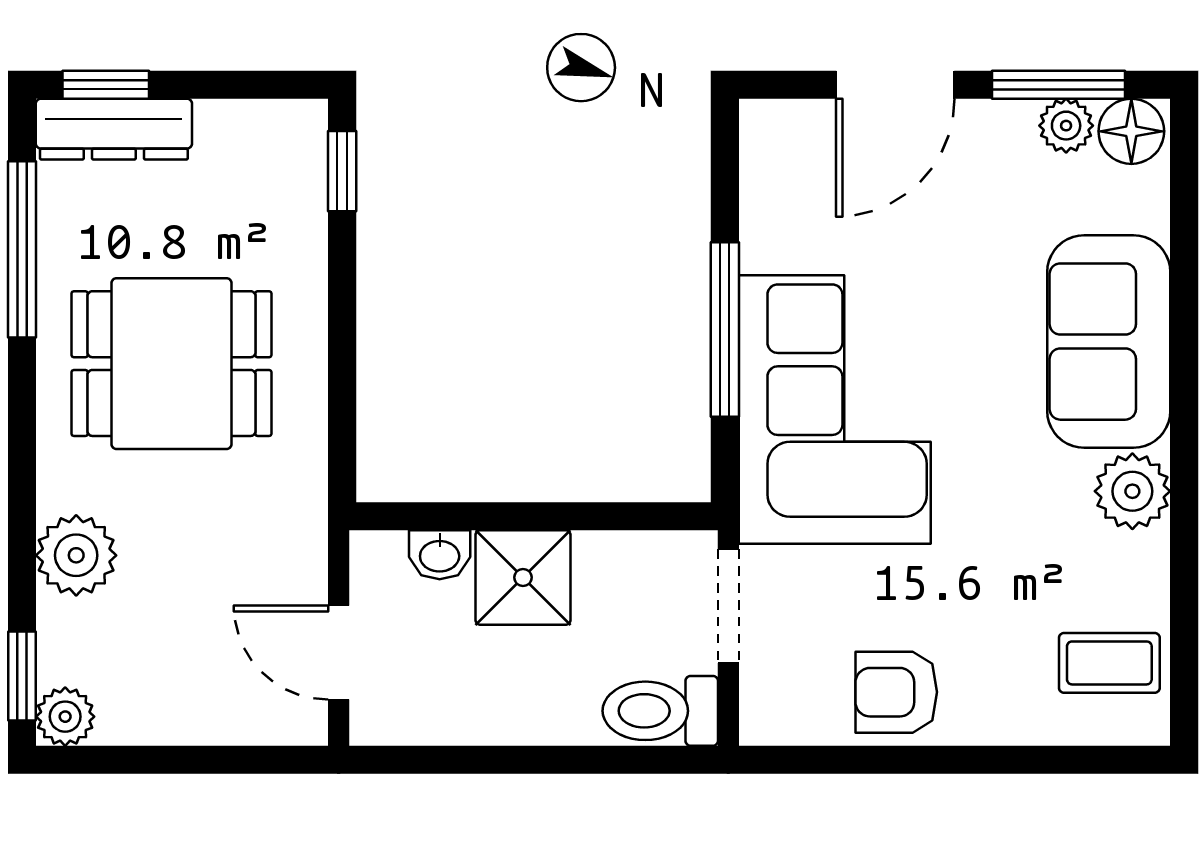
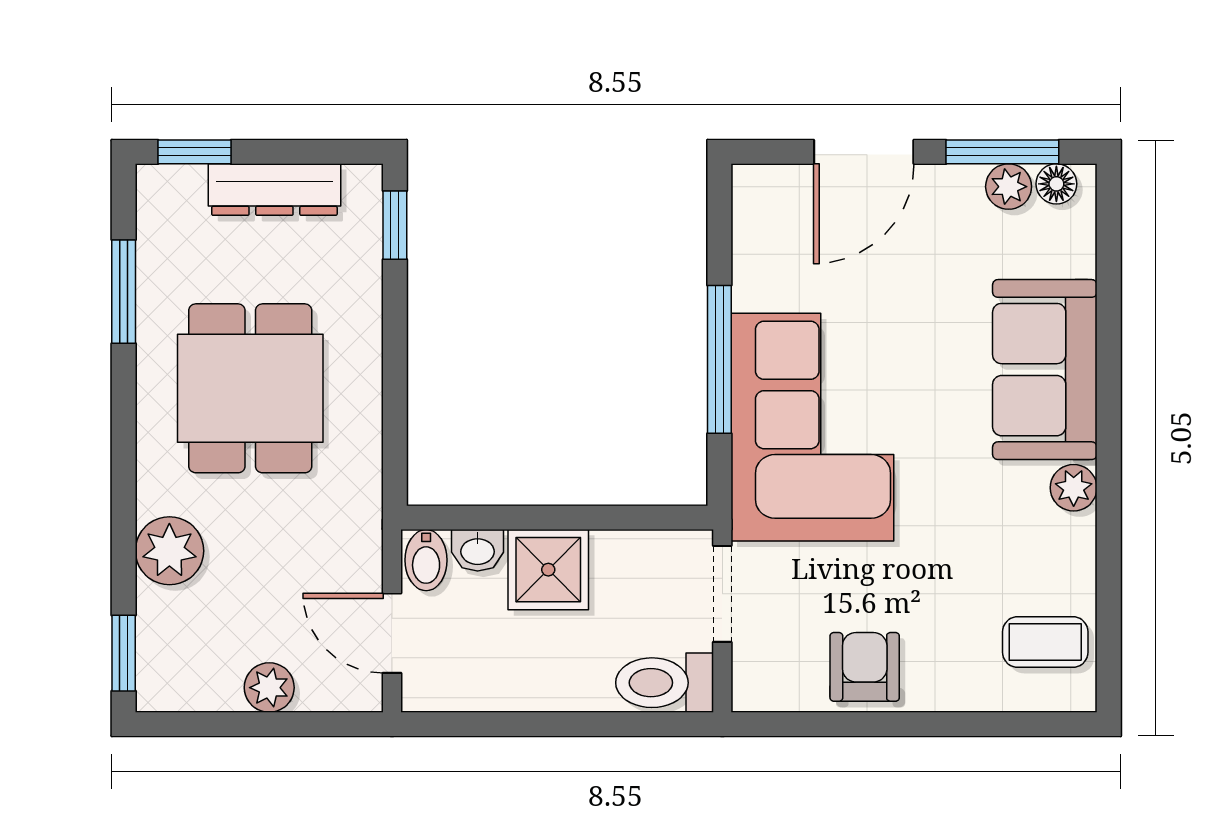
dresser: (114, 129) -> (274, 190), moved
floor lamp: (1131, 131) -> (1056, 184), width x0.73, depth x0.73
window: (22, 249) -> (124, 292), width x0.69
dining table: (171, 364) -> (250, 388), turned 90
plant: (1132, 491) -> (1074, 488), width x0.73, depth x0.73
bidet: (379, 566) -> (426, 560), added
armchair: (896, 692) -> (865, 667), turned 90
plant: (65, 717) -> (269, 688), moved

